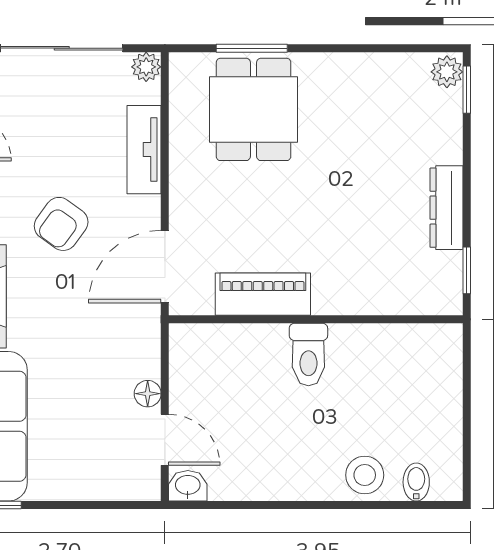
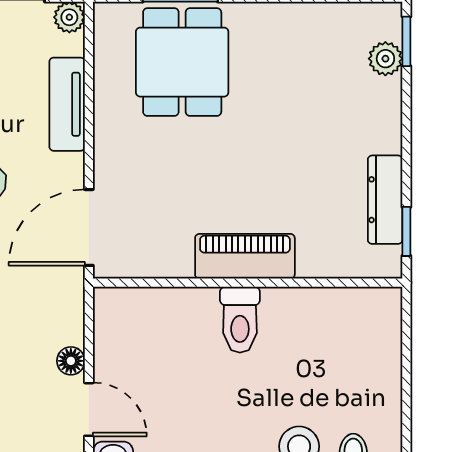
plant: (447, 72) -> (385, 59), moved
dresser: (446, 208) -> (385, 200), moved
piano: (263, 294) -> (245, 256), moved

